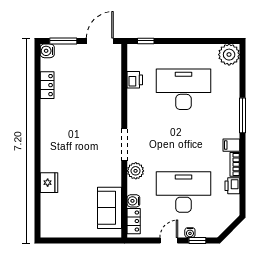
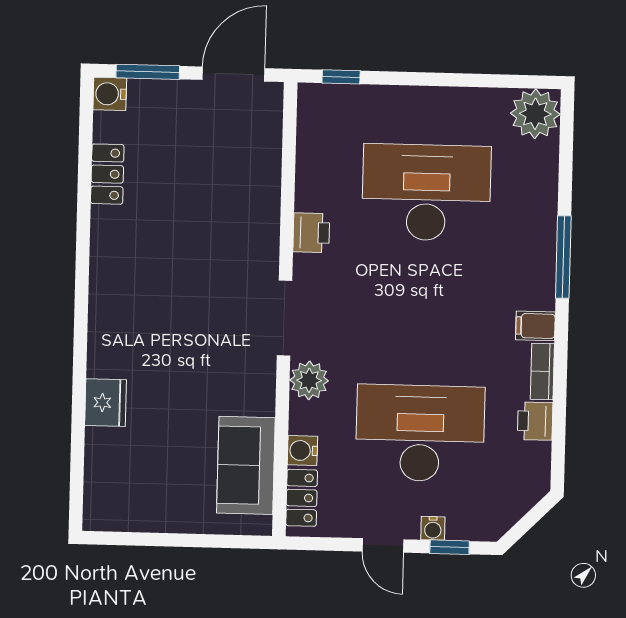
printer: (135, 80) -> (311, 233), moved
door: (169, 240) -> (383, 545), swing flipped

